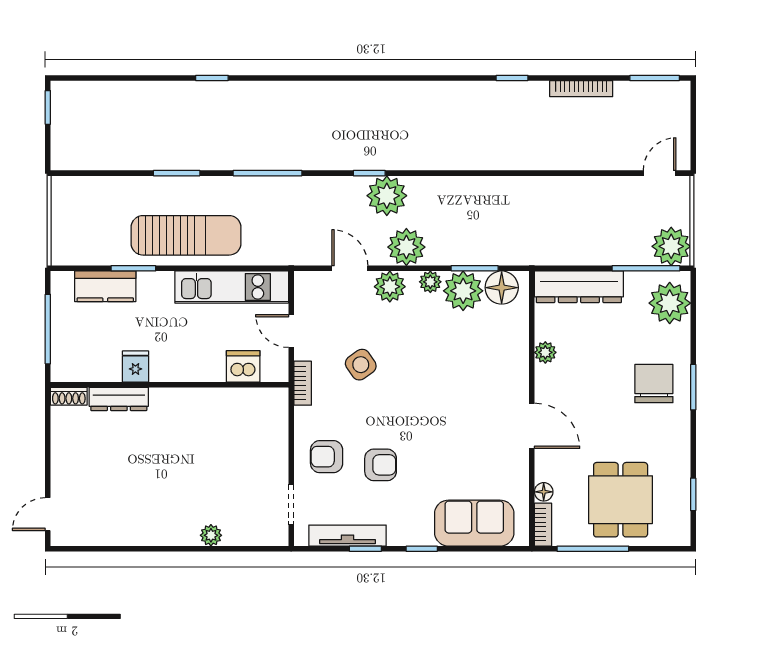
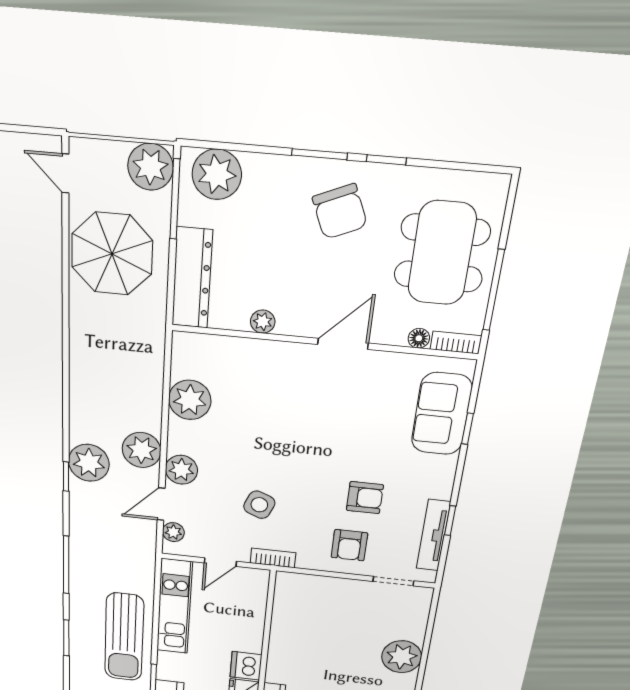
parasol: (594, 215) -> (112, 254), added
sun lounger: (186, 235) -> (124, 637), turned 180
window: (475, 268) -> (166, 386), removed
plant: (430, 282) -> (173, 532), moved
floor lamp: (502, 288) -> (188, 361), removed
side table: (361, 365) -> (259, 505), turned -33
dishwasher: (243, 366) -> (246, 666), moved
chair: (654, 384) -> (340, 212), moved, turned -113
armchair: (381, 465) -> (365, 498), turned 90
window: (693, 494) -> (386, 160), moved
dining table: (621, 500) -> (442, 253), width x1.37
plant: (211, 535) -> (402, 657), width x1.88, depth x1.88
window: (422, 549) -> (467, 429), moved

